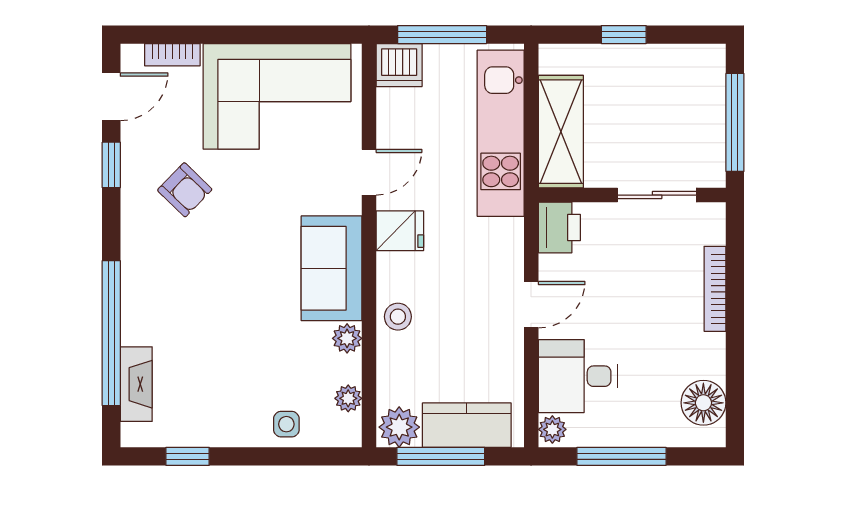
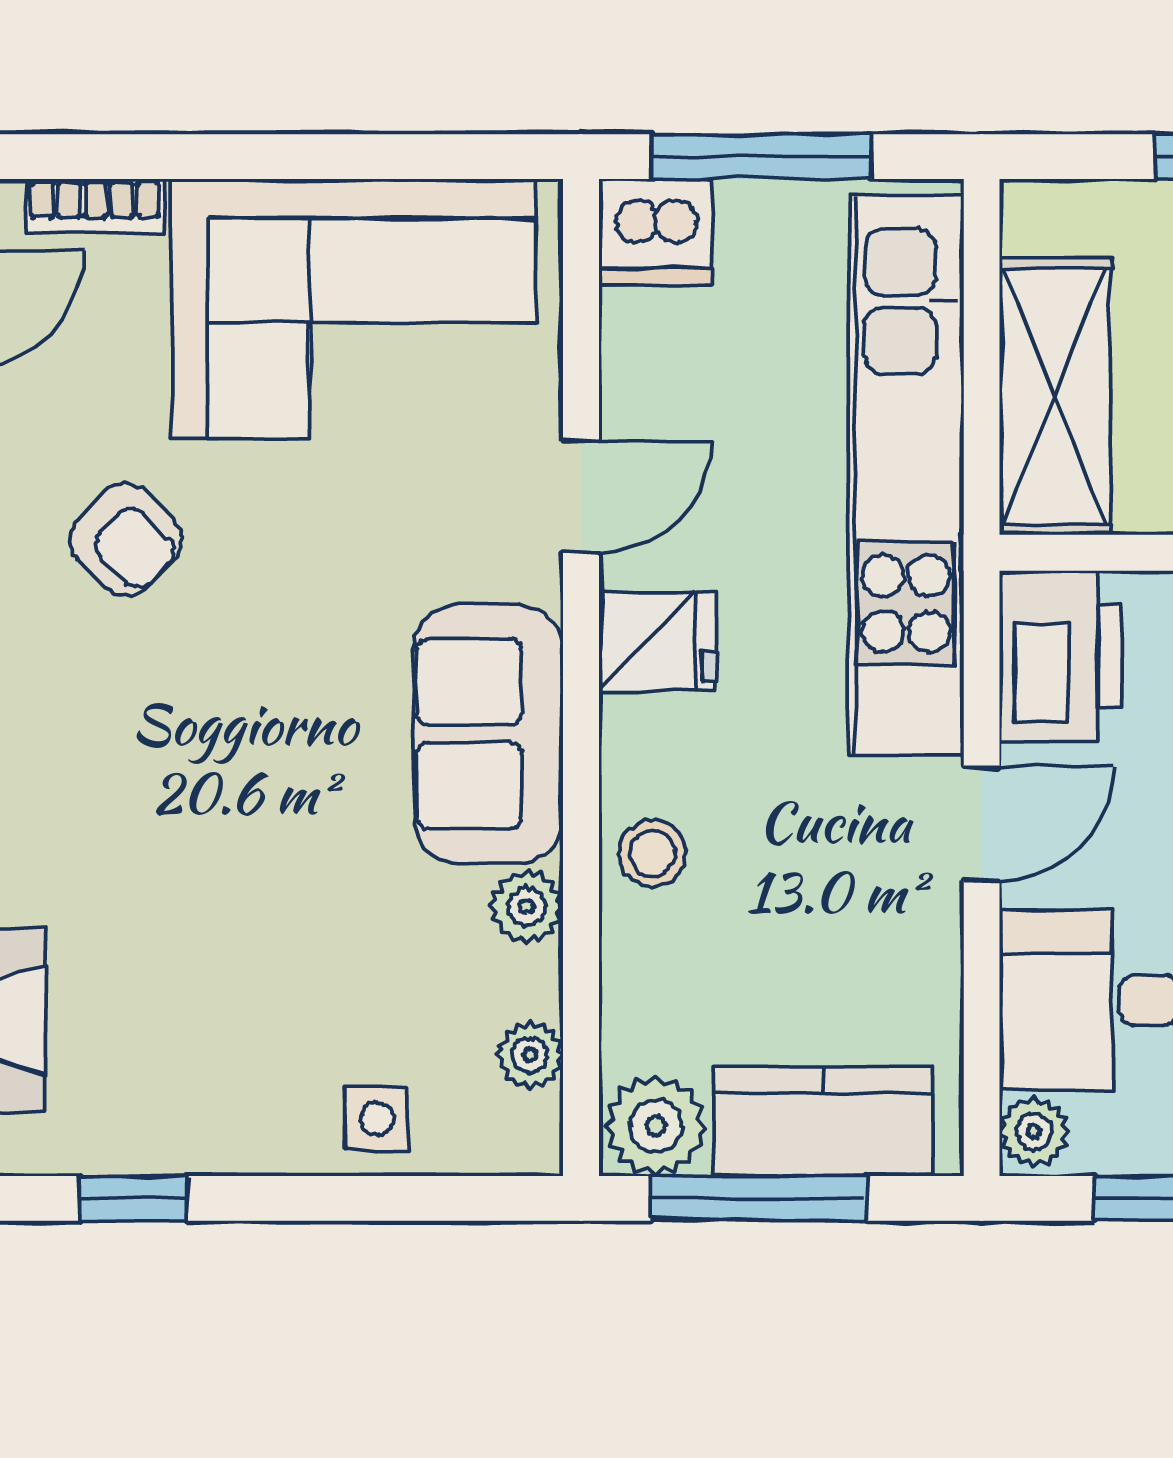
kitchen unit: (501, 133) -> (906, 475), width x1.36
printer: (559, 228) -> (1061, 656), width x1.37, depth x1.19

